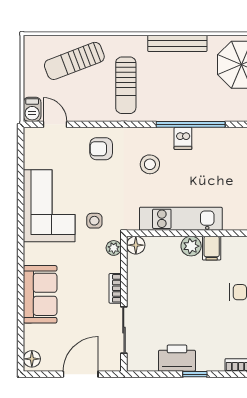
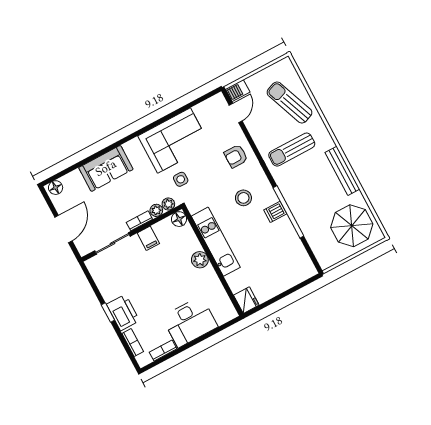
armchair: (101, 149) -> (236, 156), turned -90
filing cabinet: (212, 248) -> (148, 238), moved, turned -90
plant: (114, 264) -> (156, 210), added
printer: (177, 358) -> (123, 313), moved
door: (81, 374) -> (63, 229), hinge flipped

